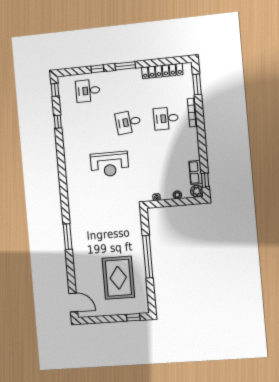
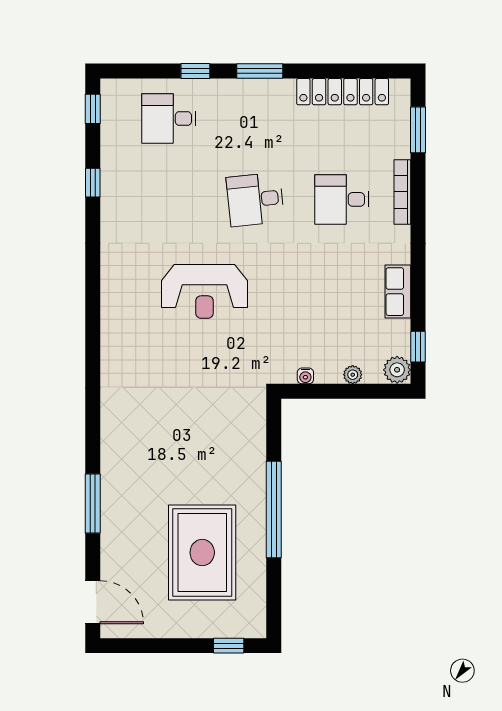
row of seats: (196, 172) -> (398, 292), moved
window: (68, 237) -> (93, 504), moved

